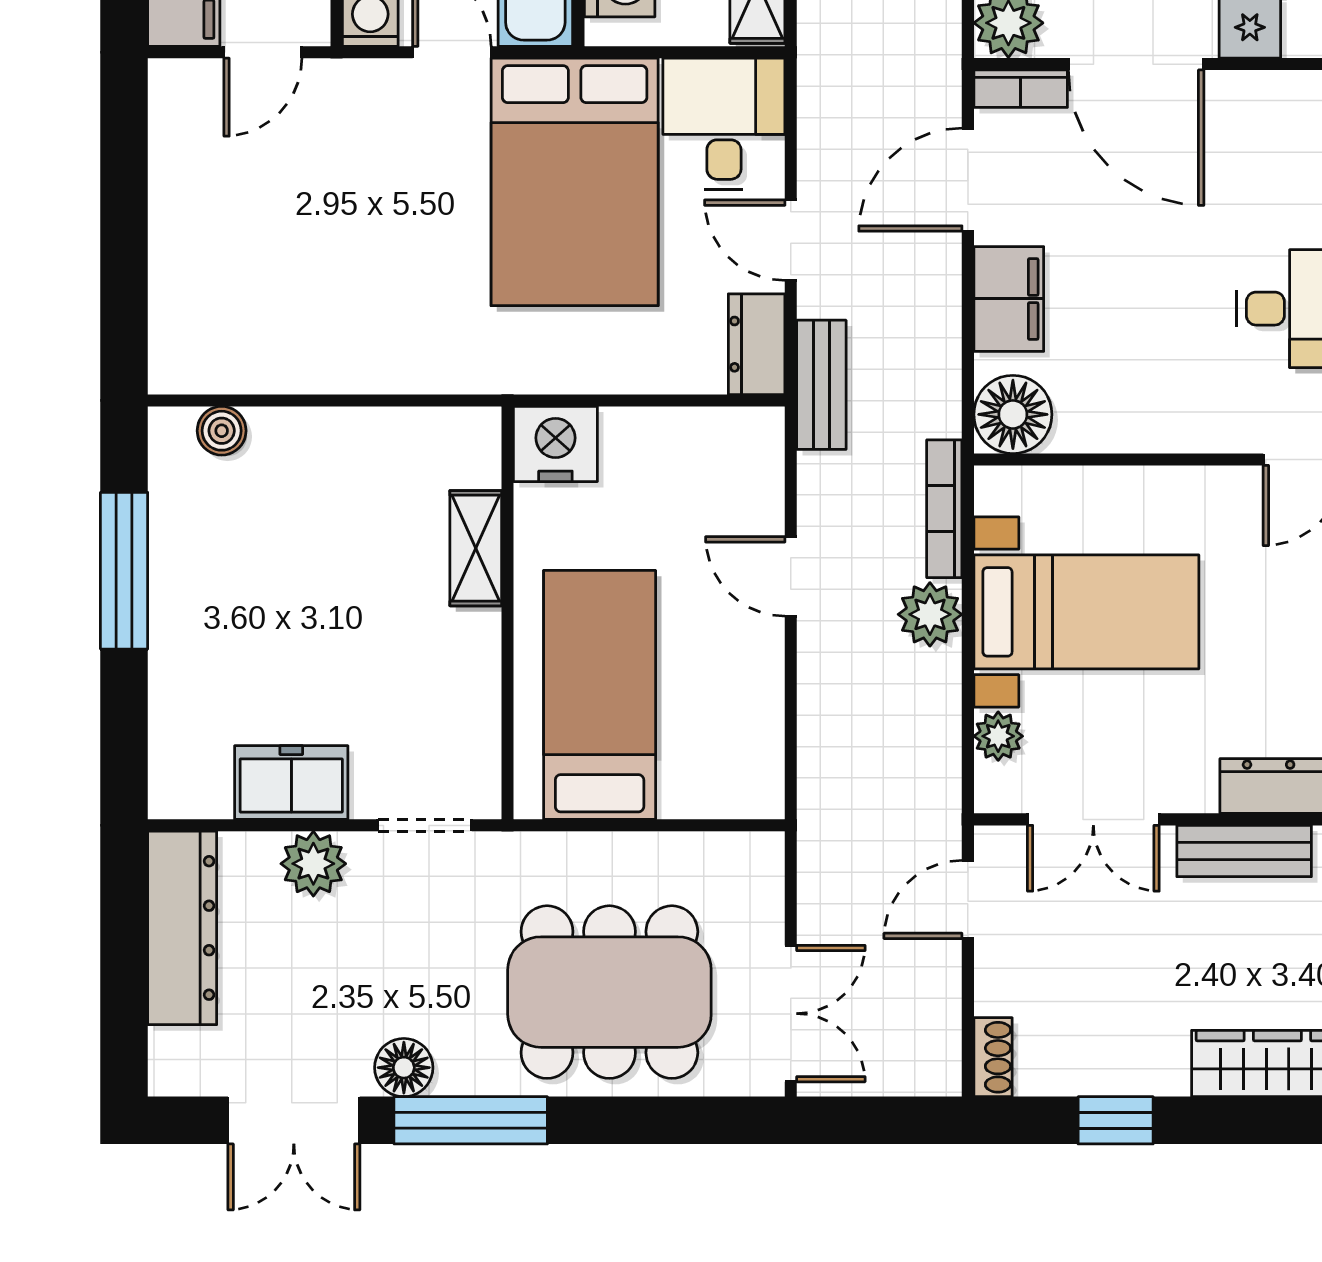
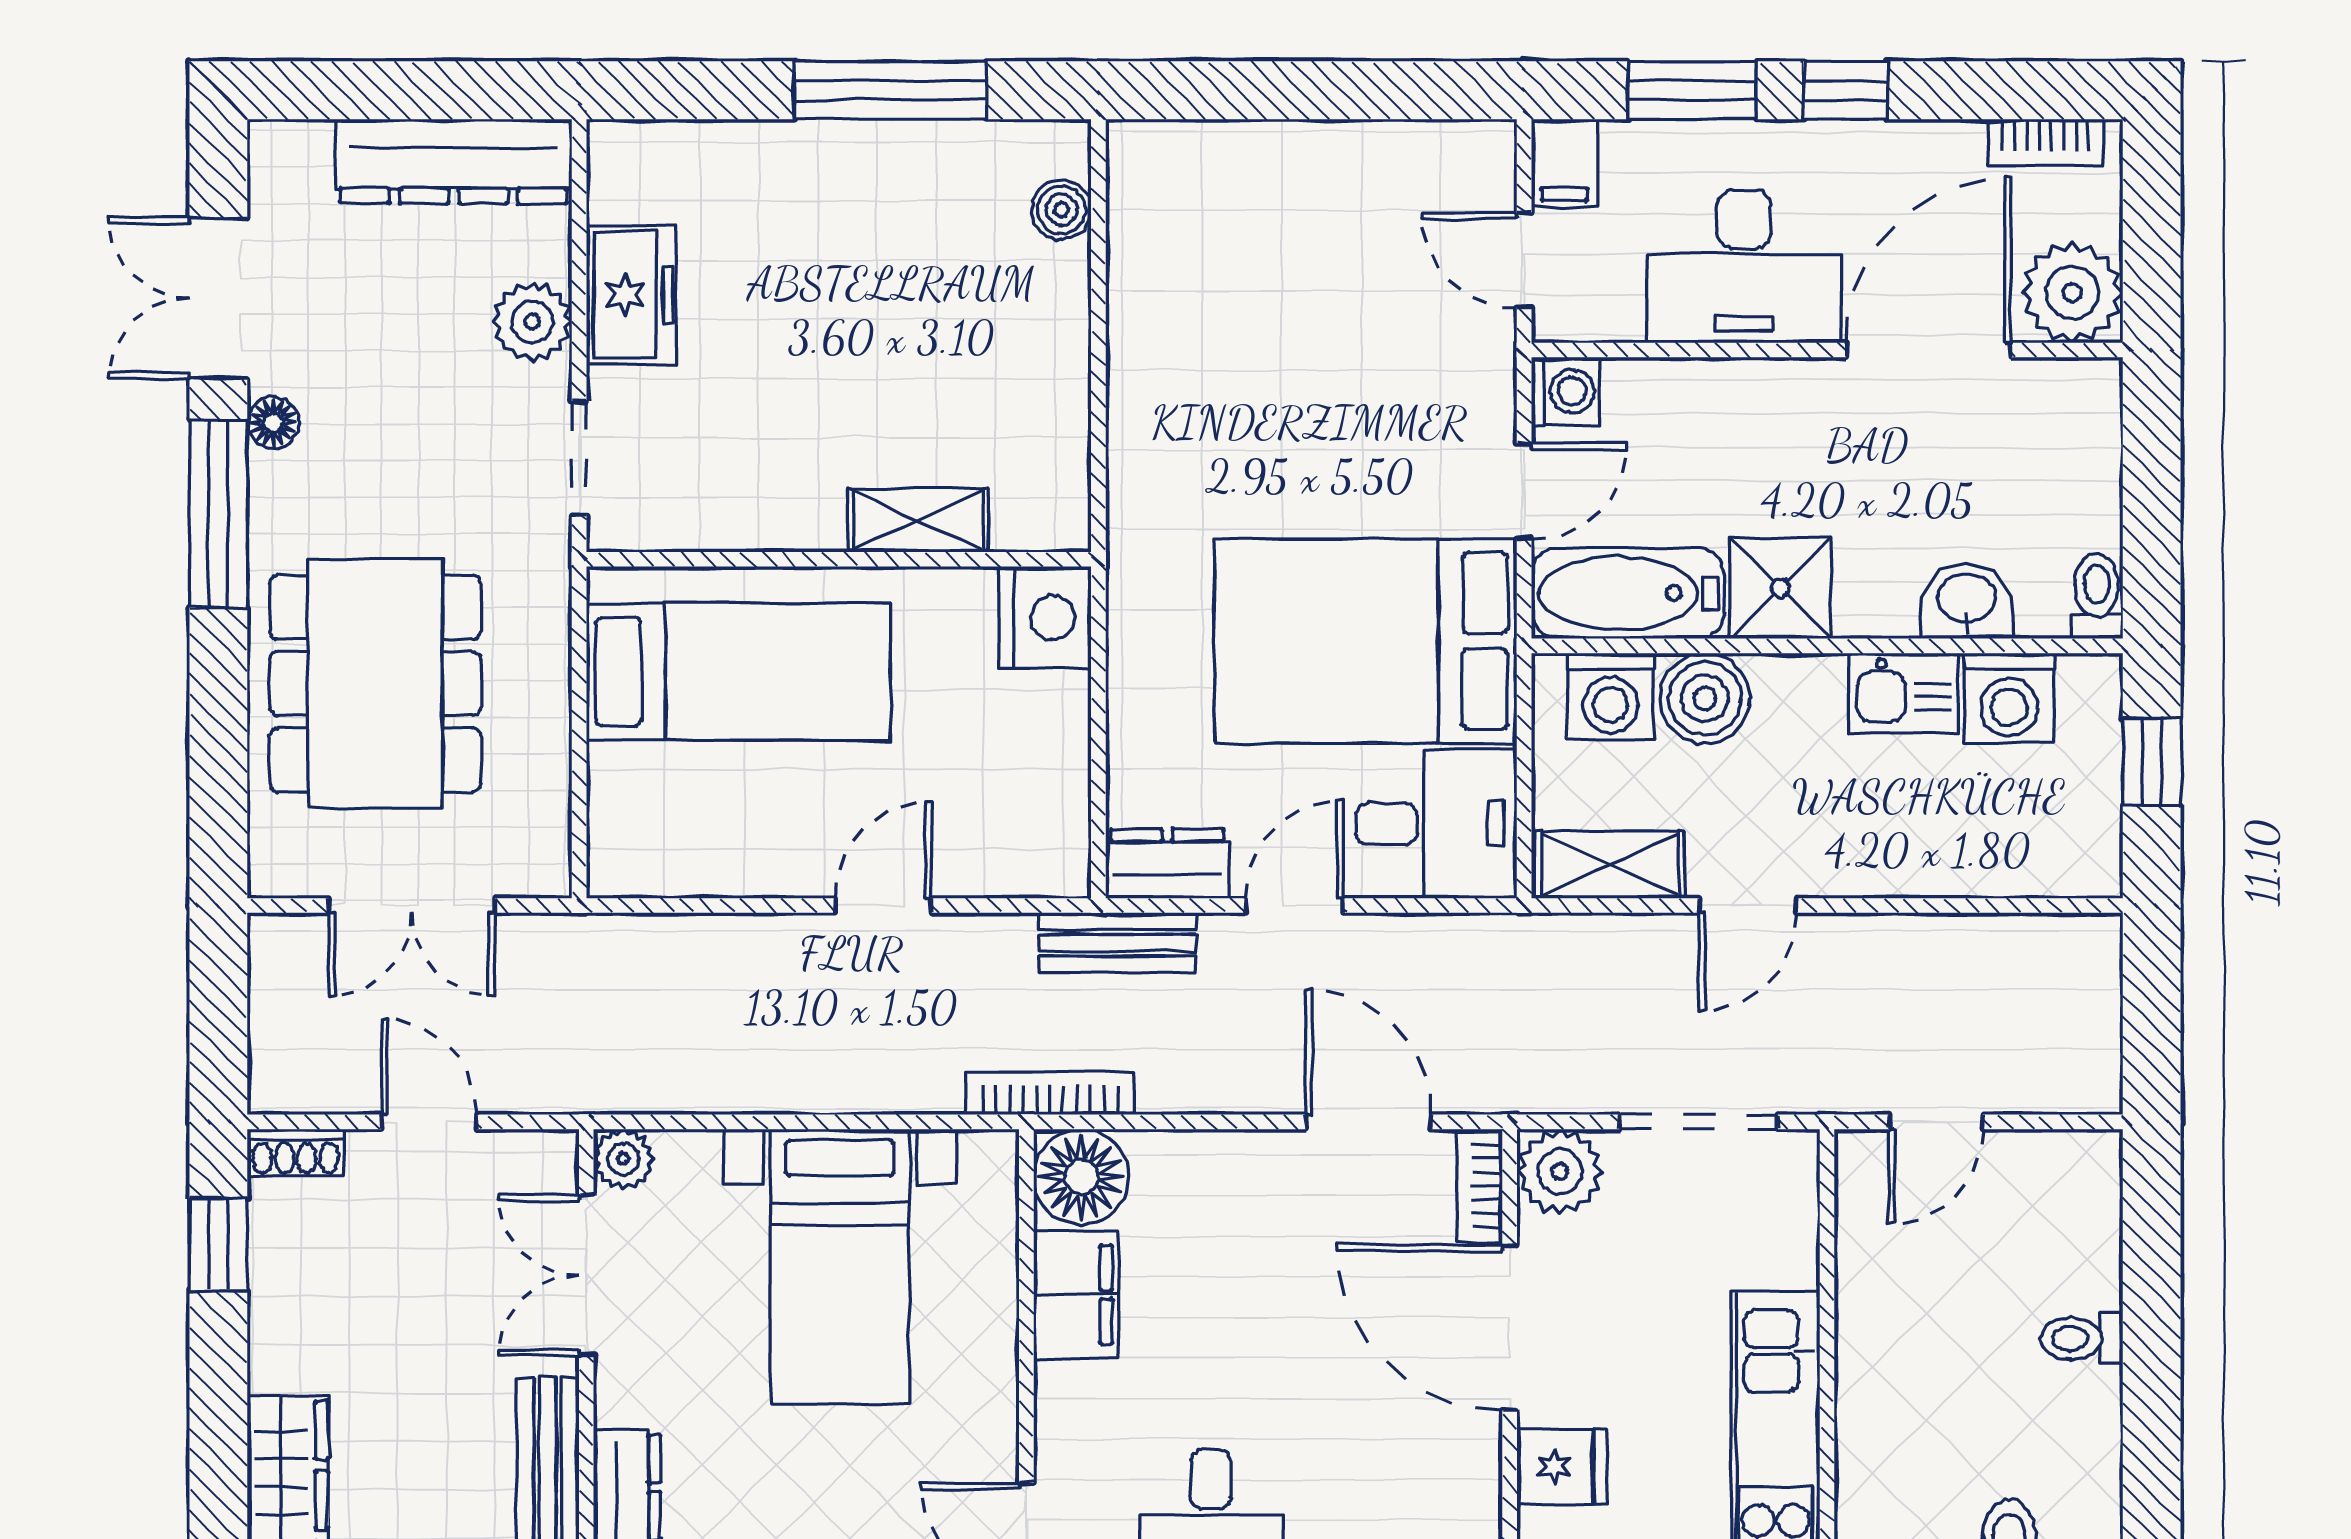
door: (1136, 64) -> (1510, 1327), hinge flipped
filing cabinet: (1009, 299) -> (1076, 1295), moved, turned -90
bookcase: (944, 509) -> (1050, 1093), moved
plant: (930, 614) -> (837, 1076), removed
plant: (998, 736) -> (623, 1159), moved
door: (968, 899) -> (429, 1122), moved
double door: (791, 1014) -> (412, 905), moved
floor lamp: (404, 1068) -> (273, 423), width x0.73, depth x0.73
window: (1116, 1120) -> (218, 1245), moved

